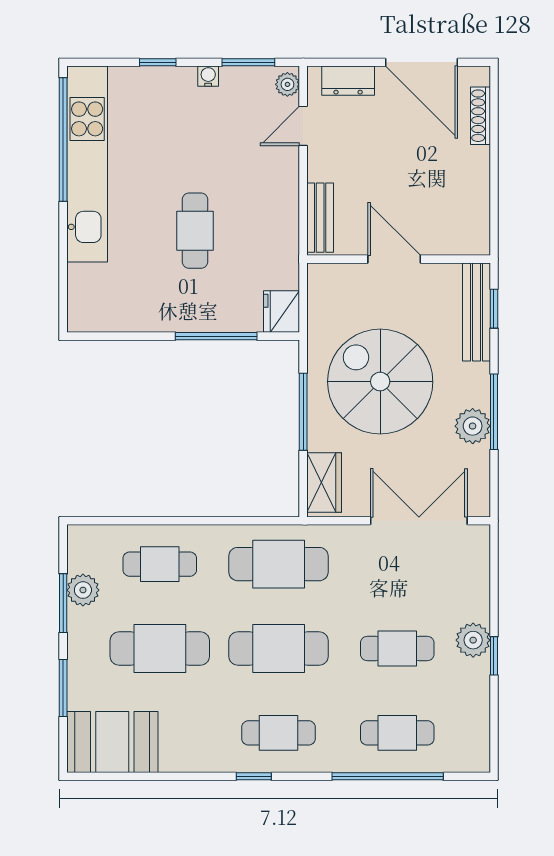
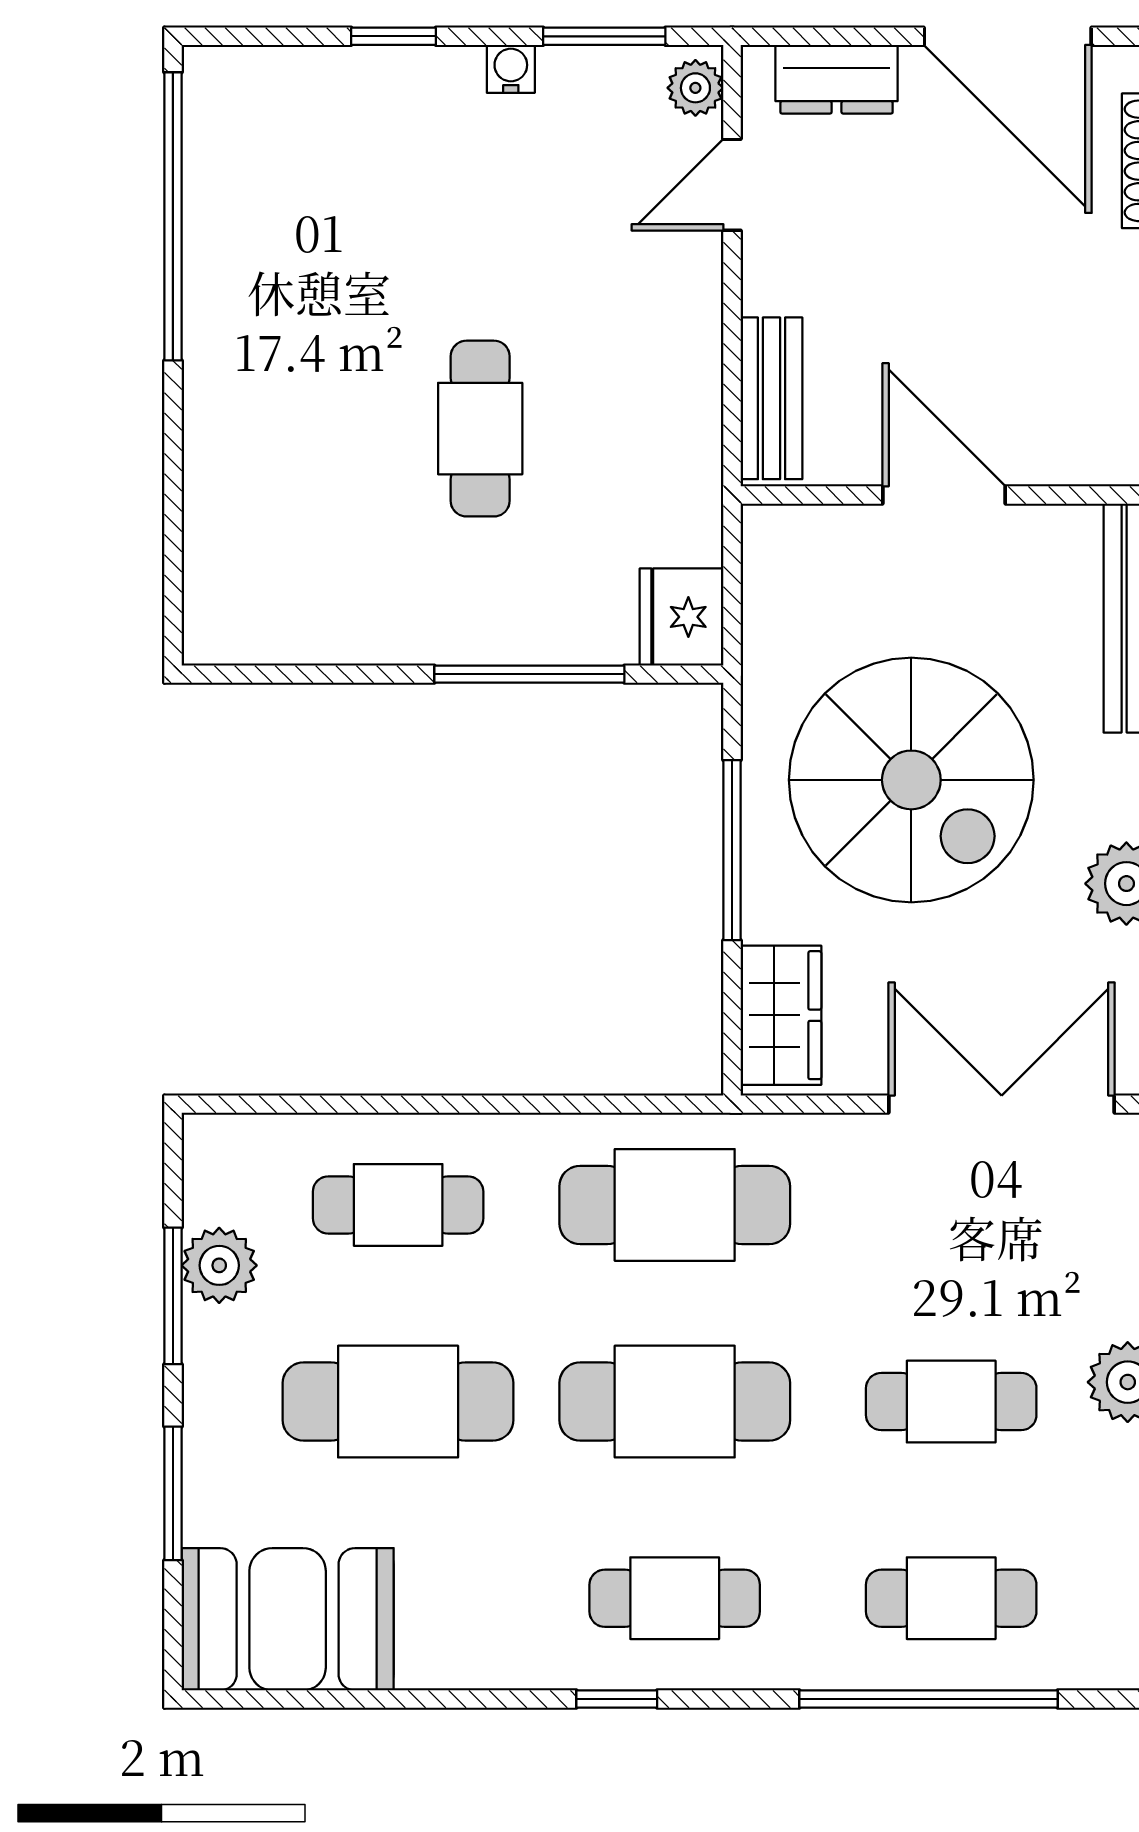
kitchen unit: (87, 164) -> (229, 273), removed
spiral stairs: (380, 382) -> (911, 780), turned 180

